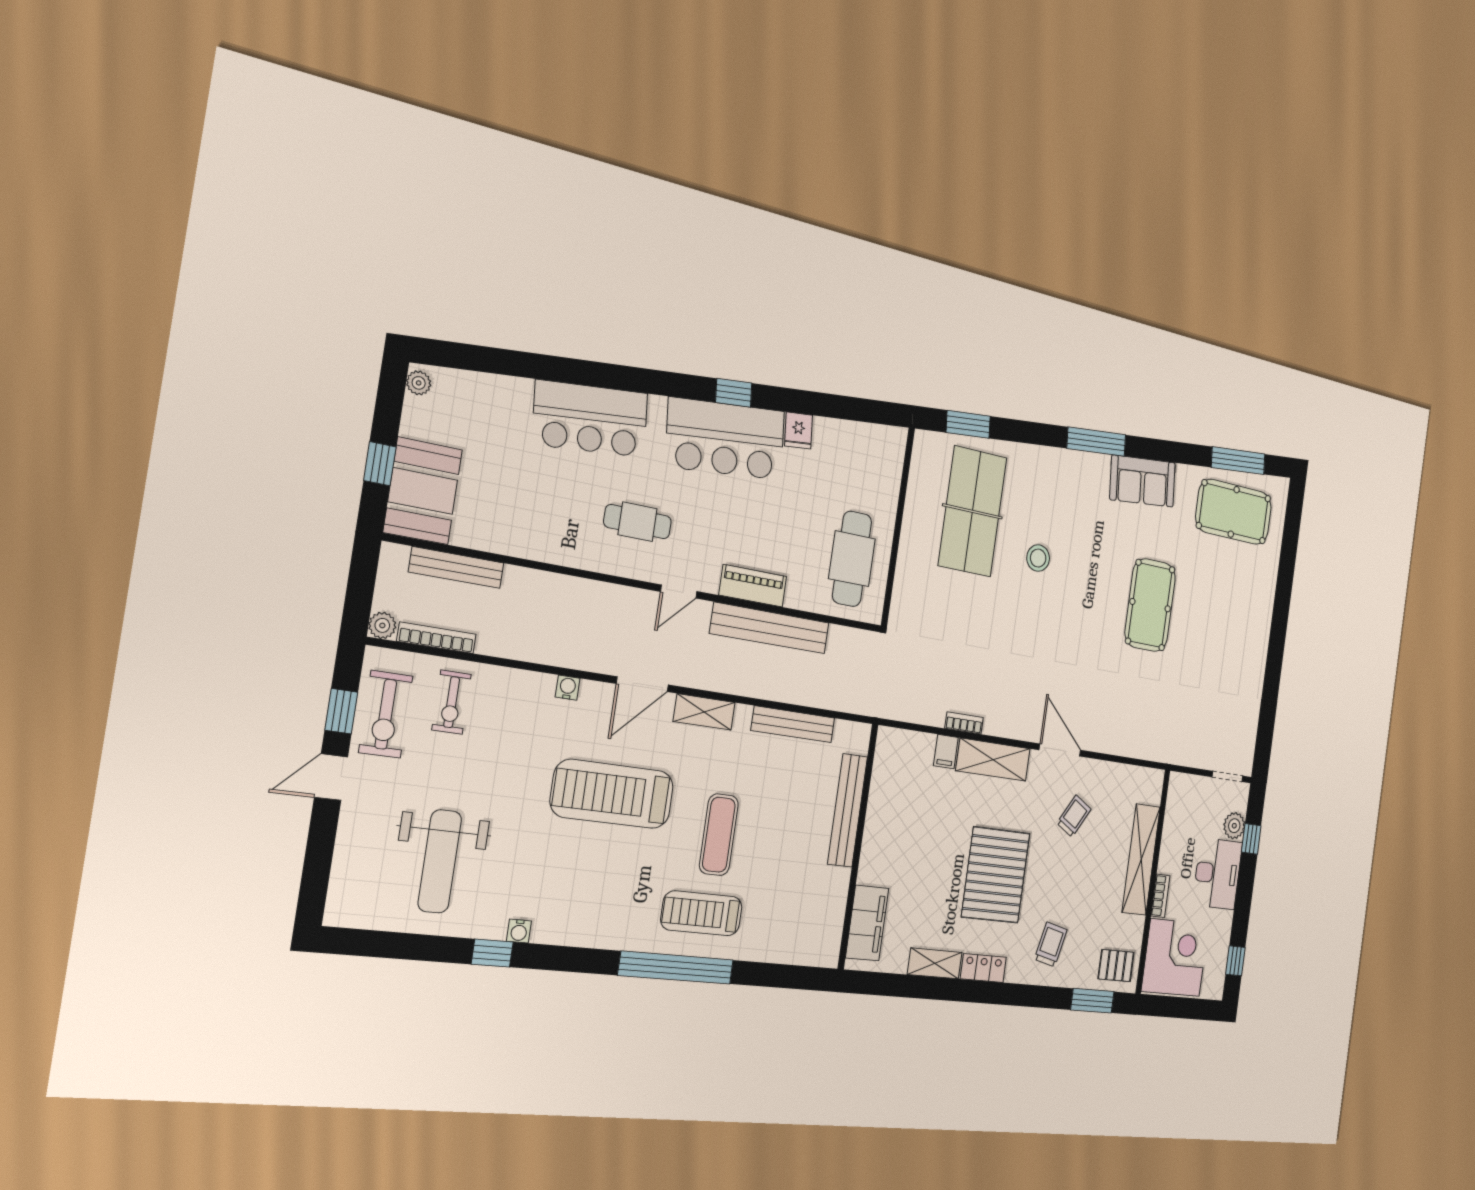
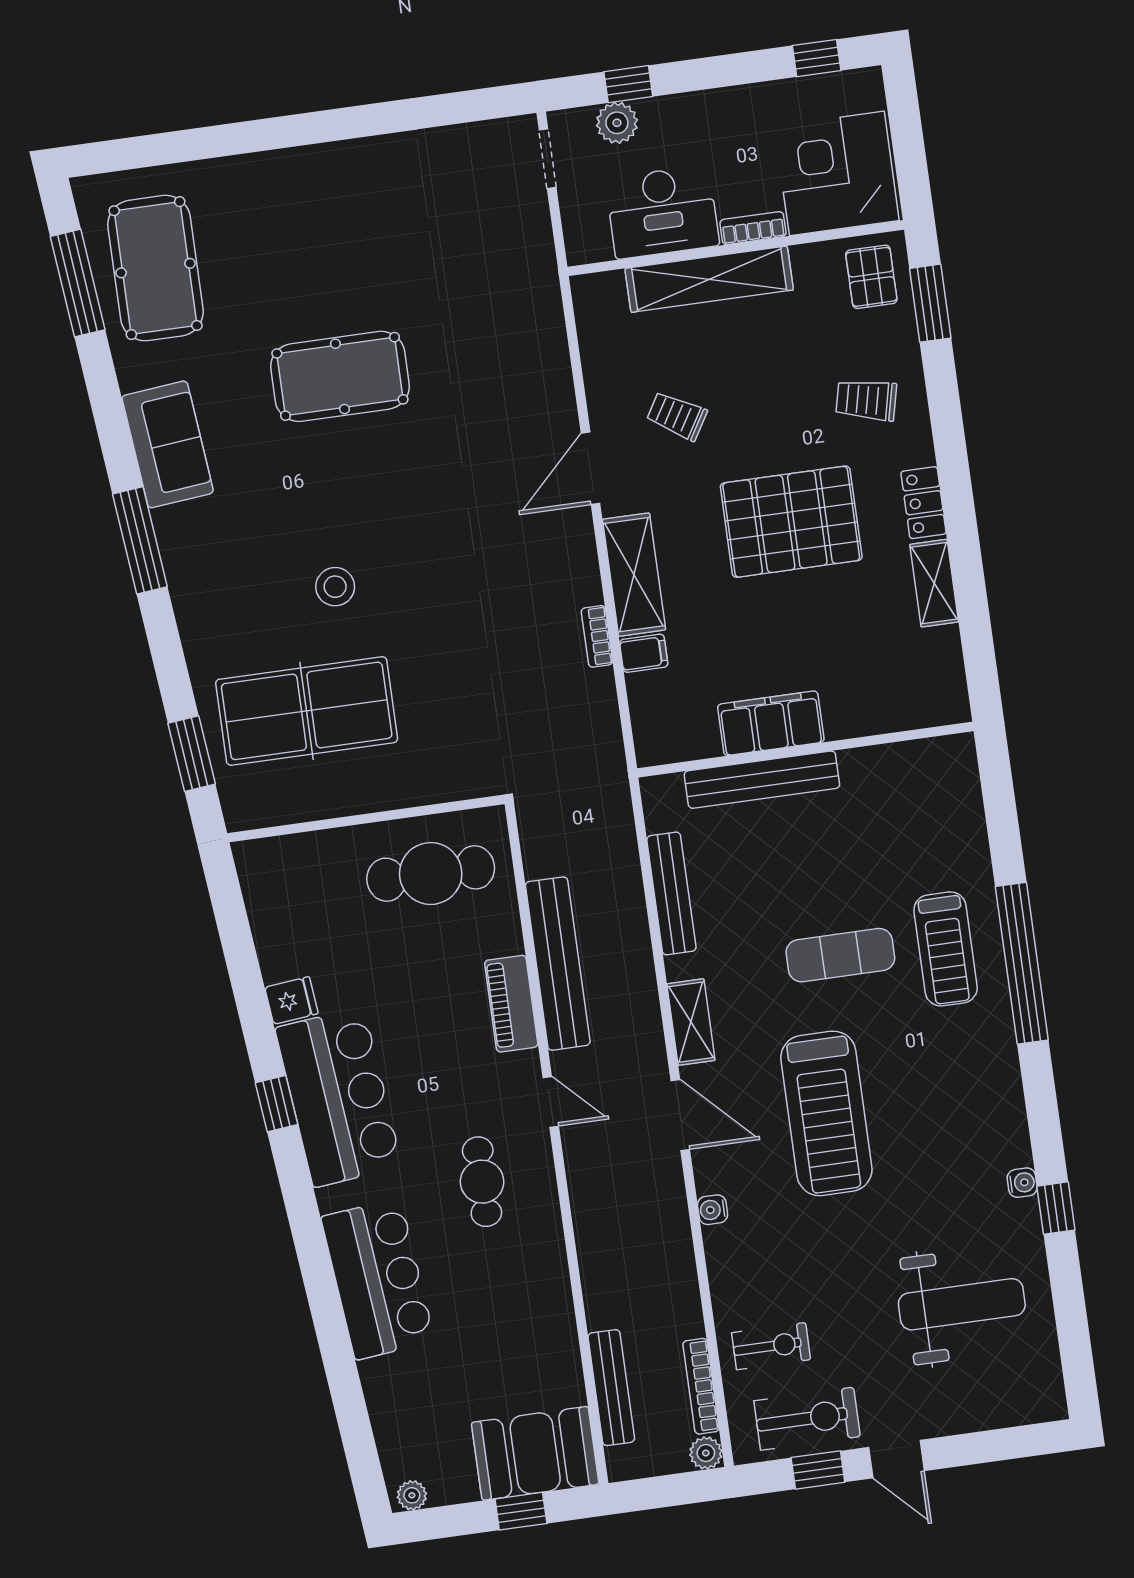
desk: (1217, 874) -> (662, 212), moved, turned 180
filing cabinet: (867, 923) -> (771, 723), moved

